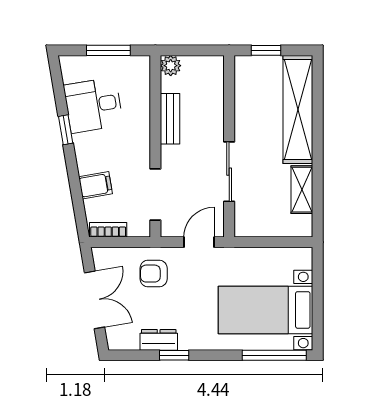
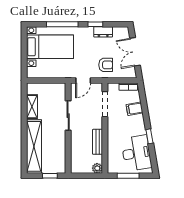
desk: (93, 105) -> (136, 153), width x1.37
window: (274, 355) -> (62, 24), moved

